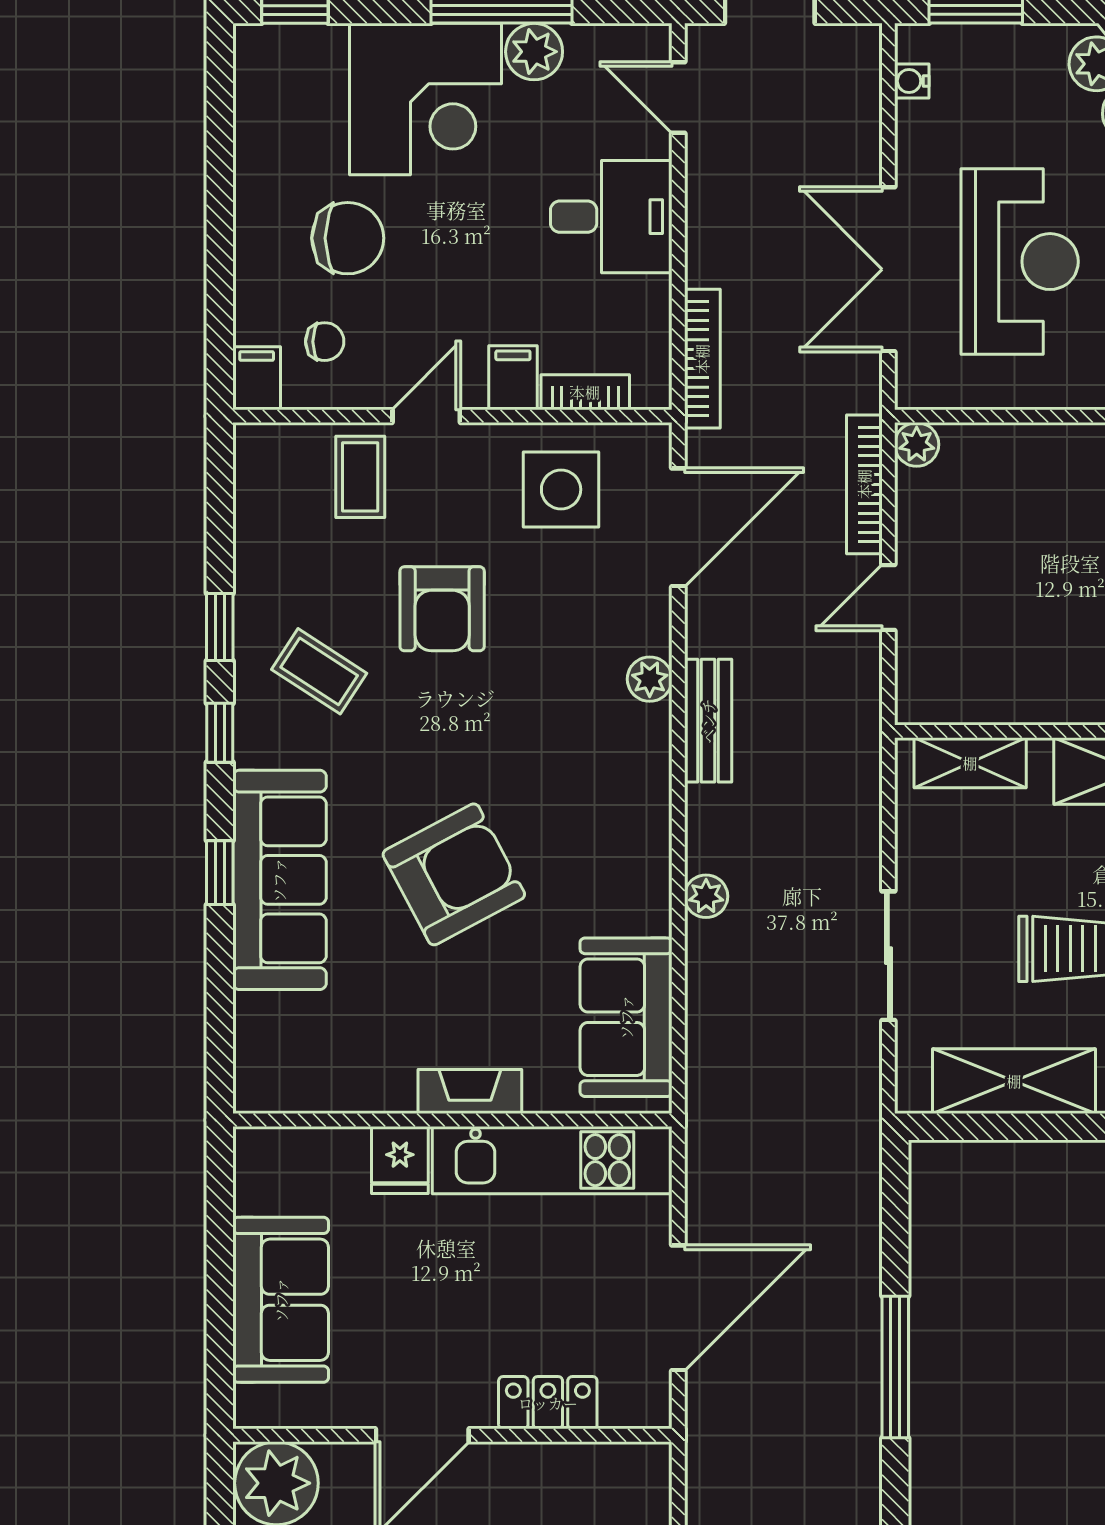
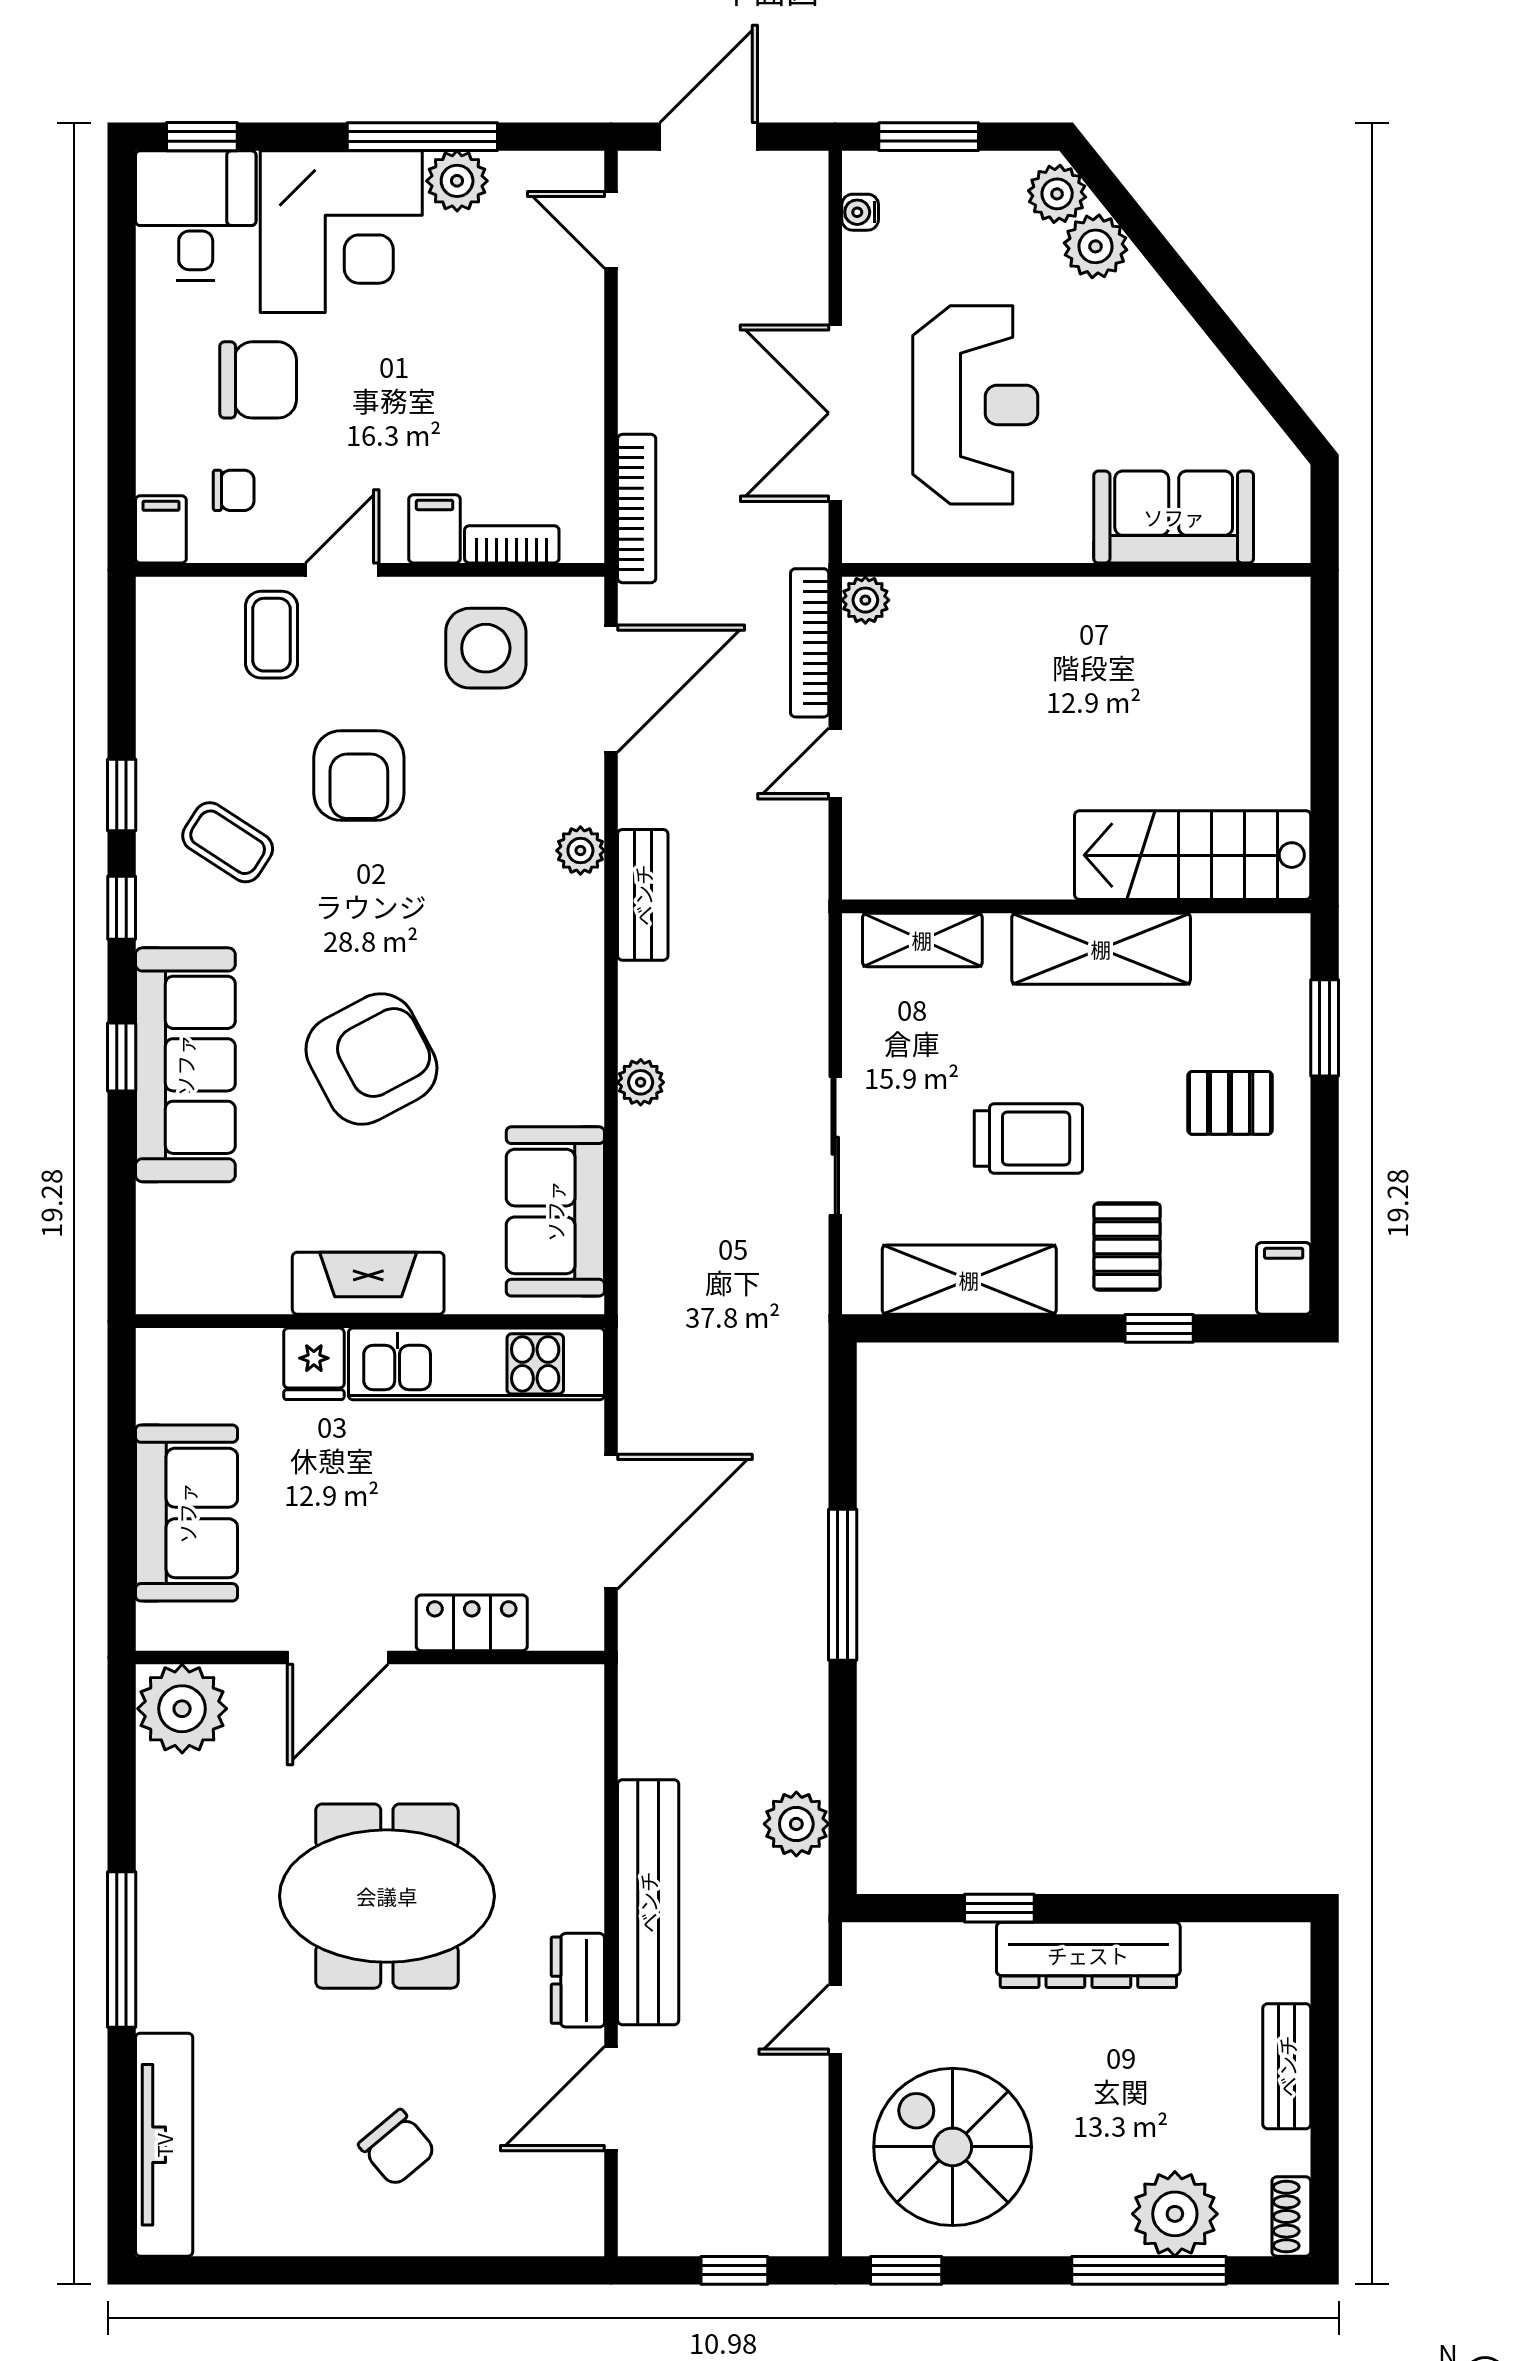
desk: (611, 217) -> (196, 215), moved, turned -90
fireplace: (470, 1092) -> (368, 1283), width x1.37, depth x1.32

